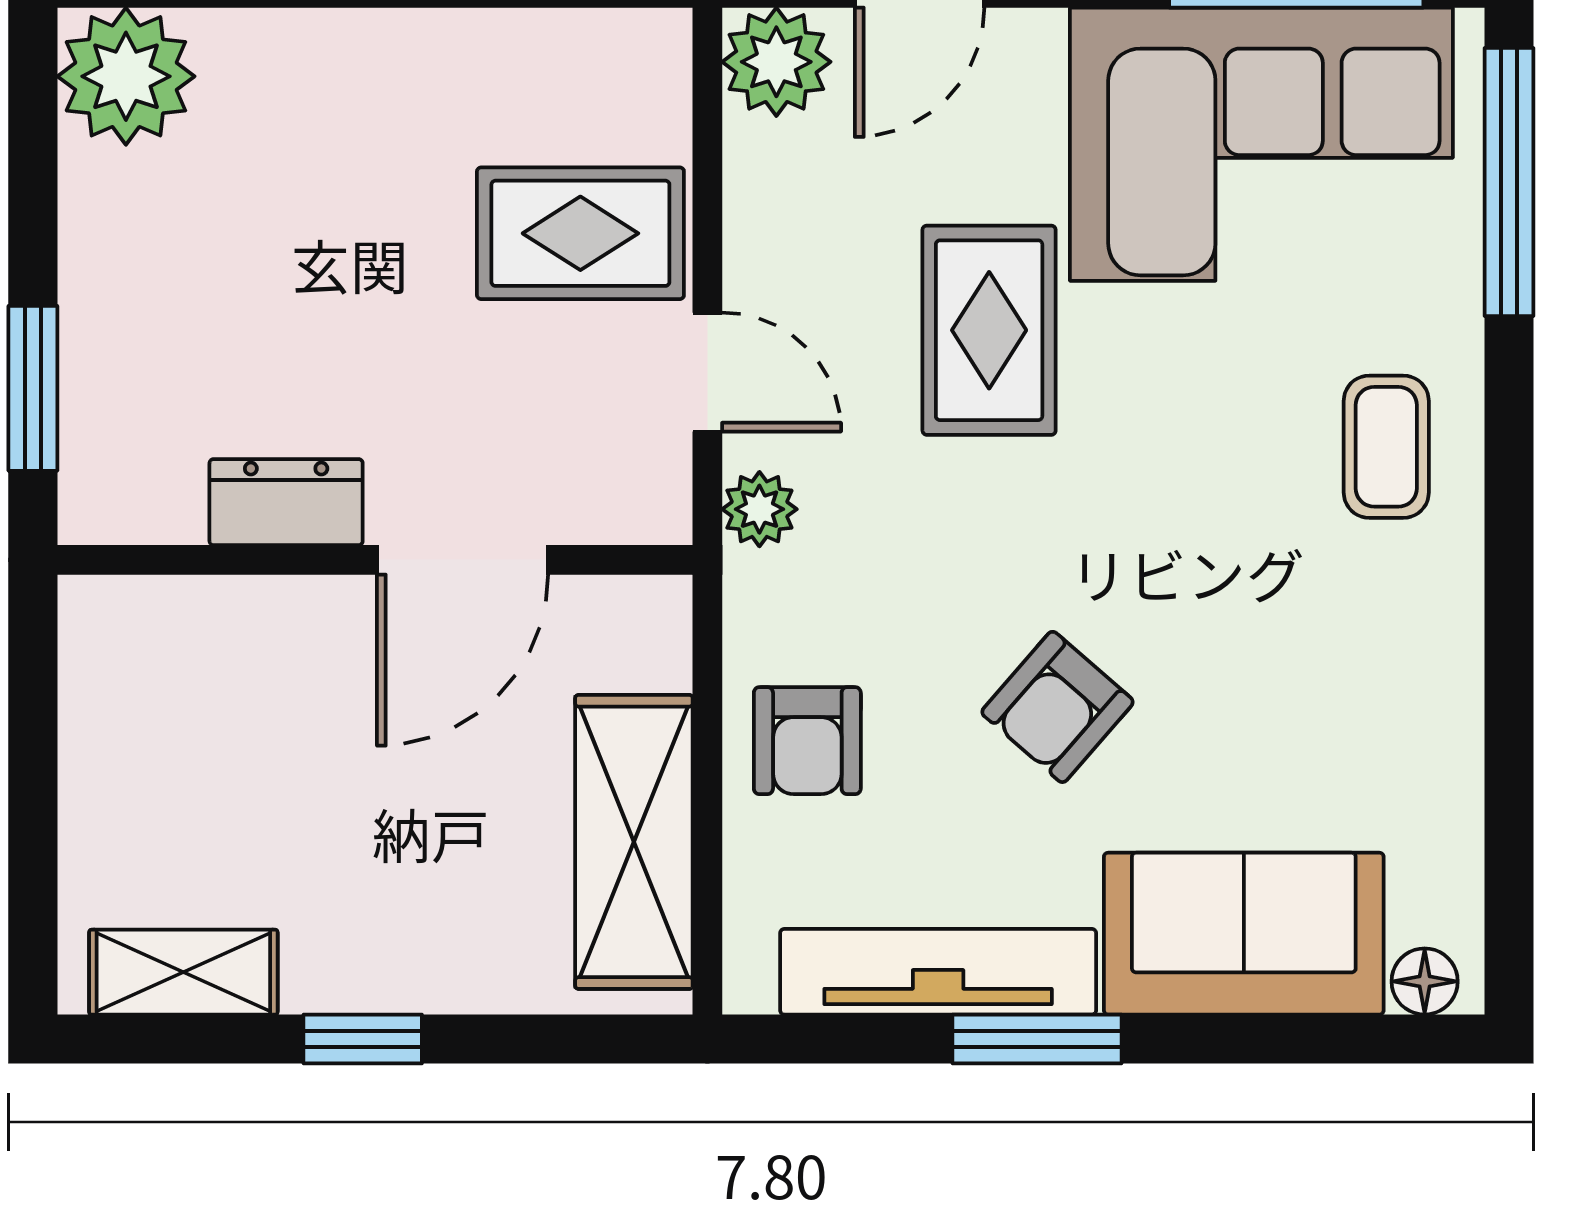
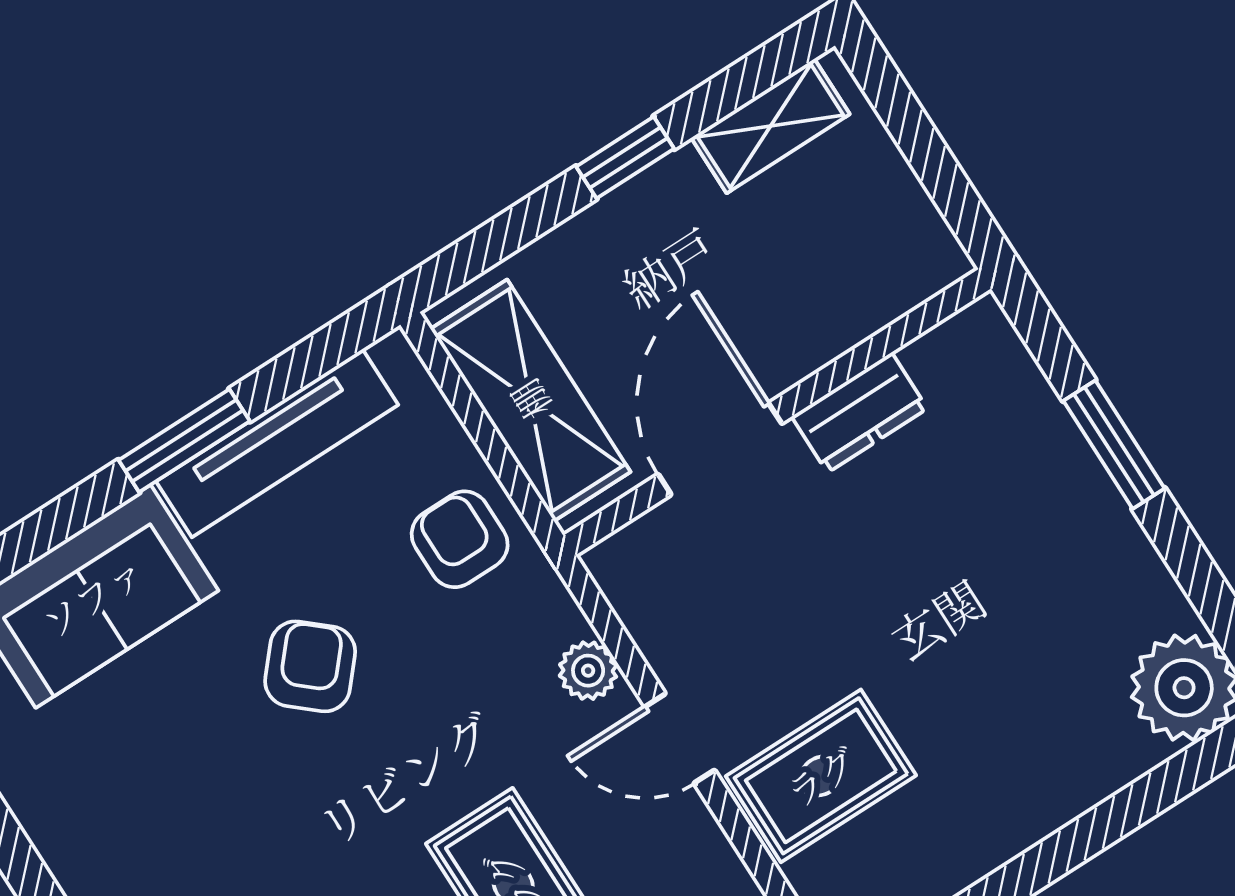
dresser: (286, 502) -> (860, 413), moved
wall: (375, 560) -> (777, 412), moved
door: (462, 560) -> (720, 449), moved

